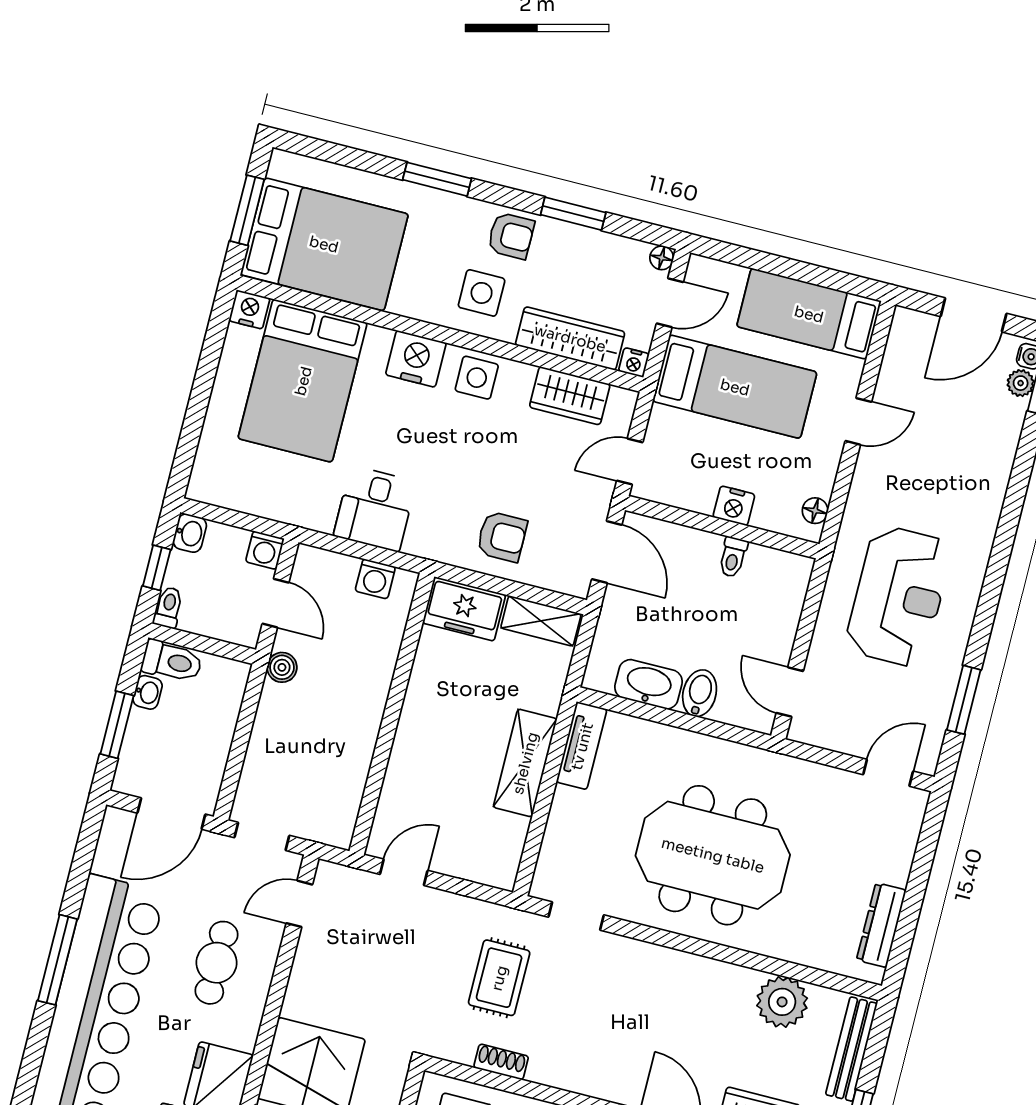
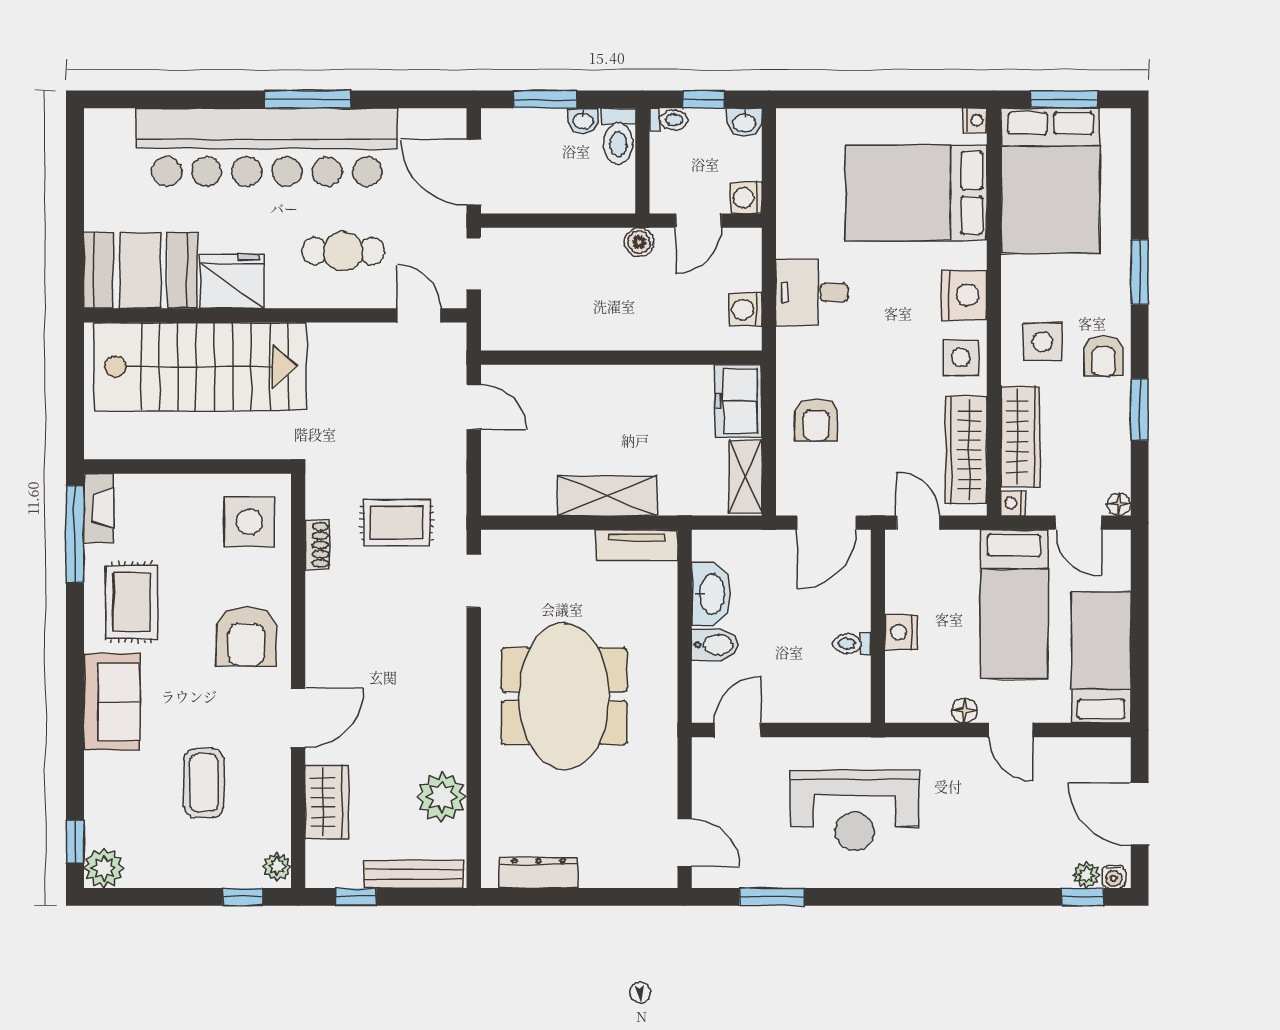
nightstand: (249, 309) -> (975, 120), width x0.72, depth x0.74
wardrobe: (570, 396) -> (966, 450), width x1.50
floor lamp: (815, 511) -> (964, 710), moved

